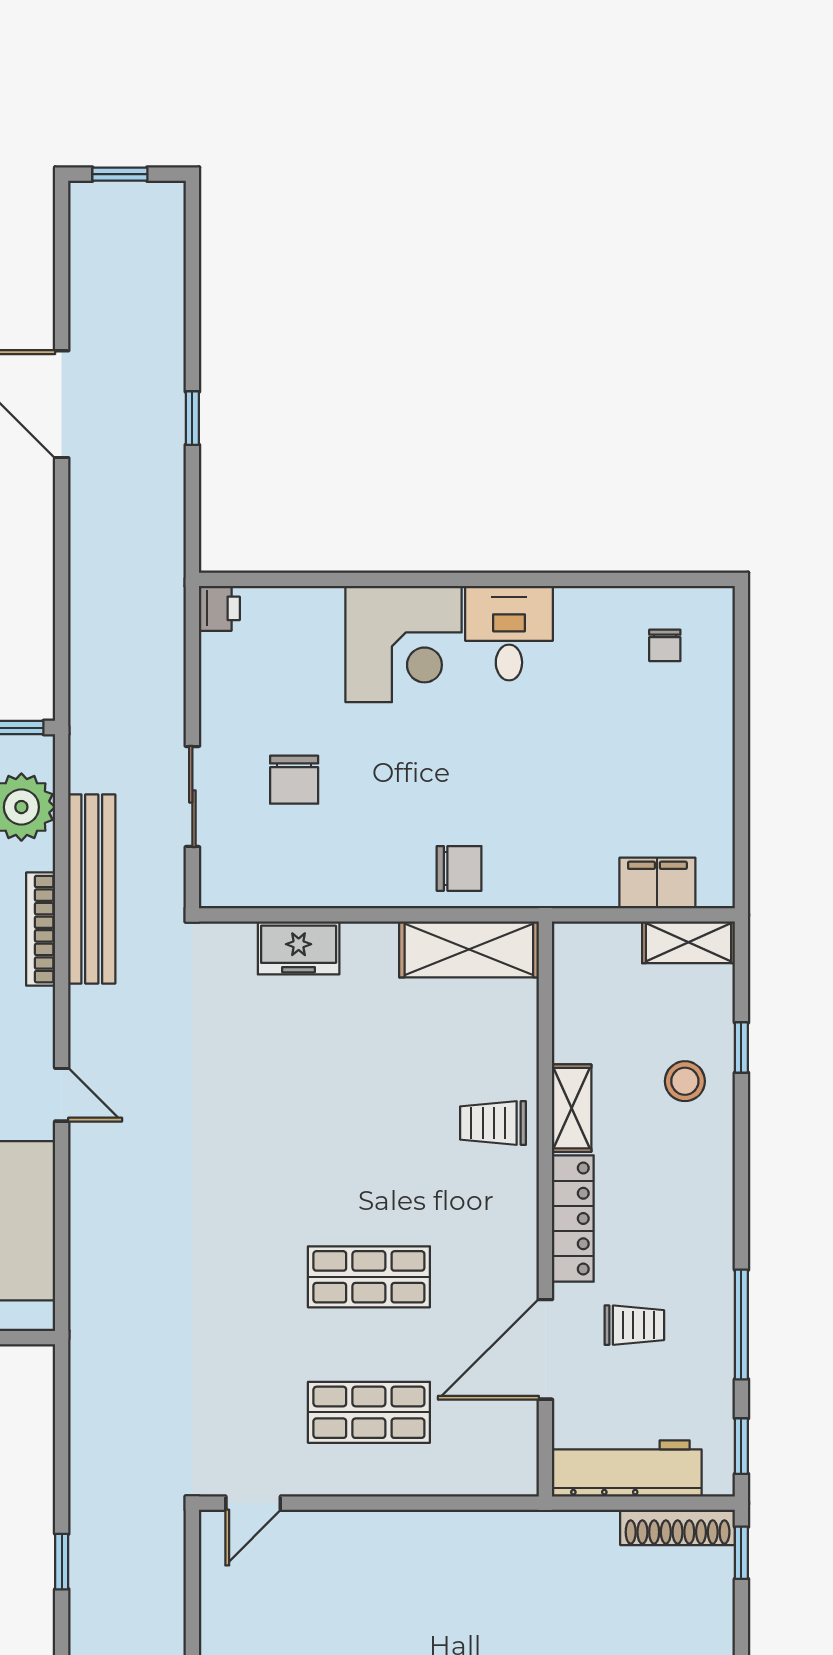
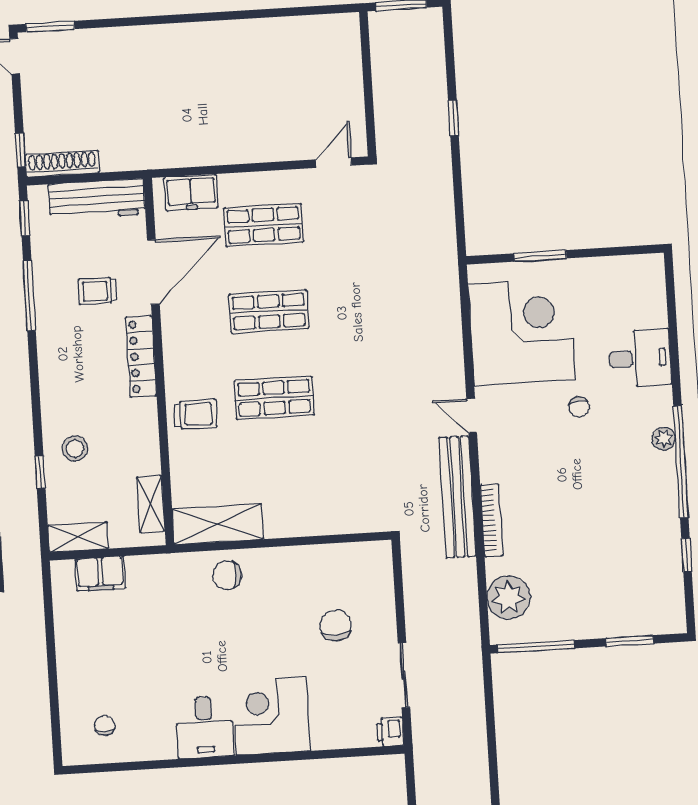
sliding door: (192, 796) -> (404, 675), moved
bench: (92, 889) -> (457, 497), moved
freezer: (299, 948) -> (191, 192), moved, turned 180
shelving: (572, 1108) -> (151, 504), moved
shop shelf: (369, 1141) -> (274, 398), added

